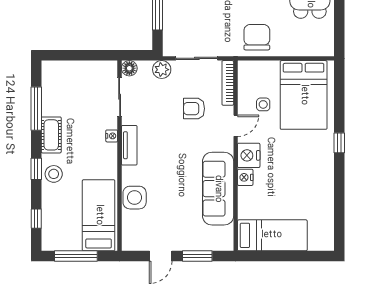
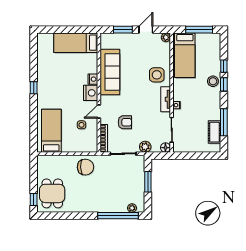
chair: (257, 37) -> (85, 167), turned -92
bed: (304, 95) -> (51, 131), width x0.67
cot: (51, 135) -> (215, 132), moved
window: (339, 143) -> (34, 88), moved
side table: (135, 198) -> (157, 75), moved
window: (36, 219) -> (224, 66), moved
plant: (129, 244) -> (166, 37), added

